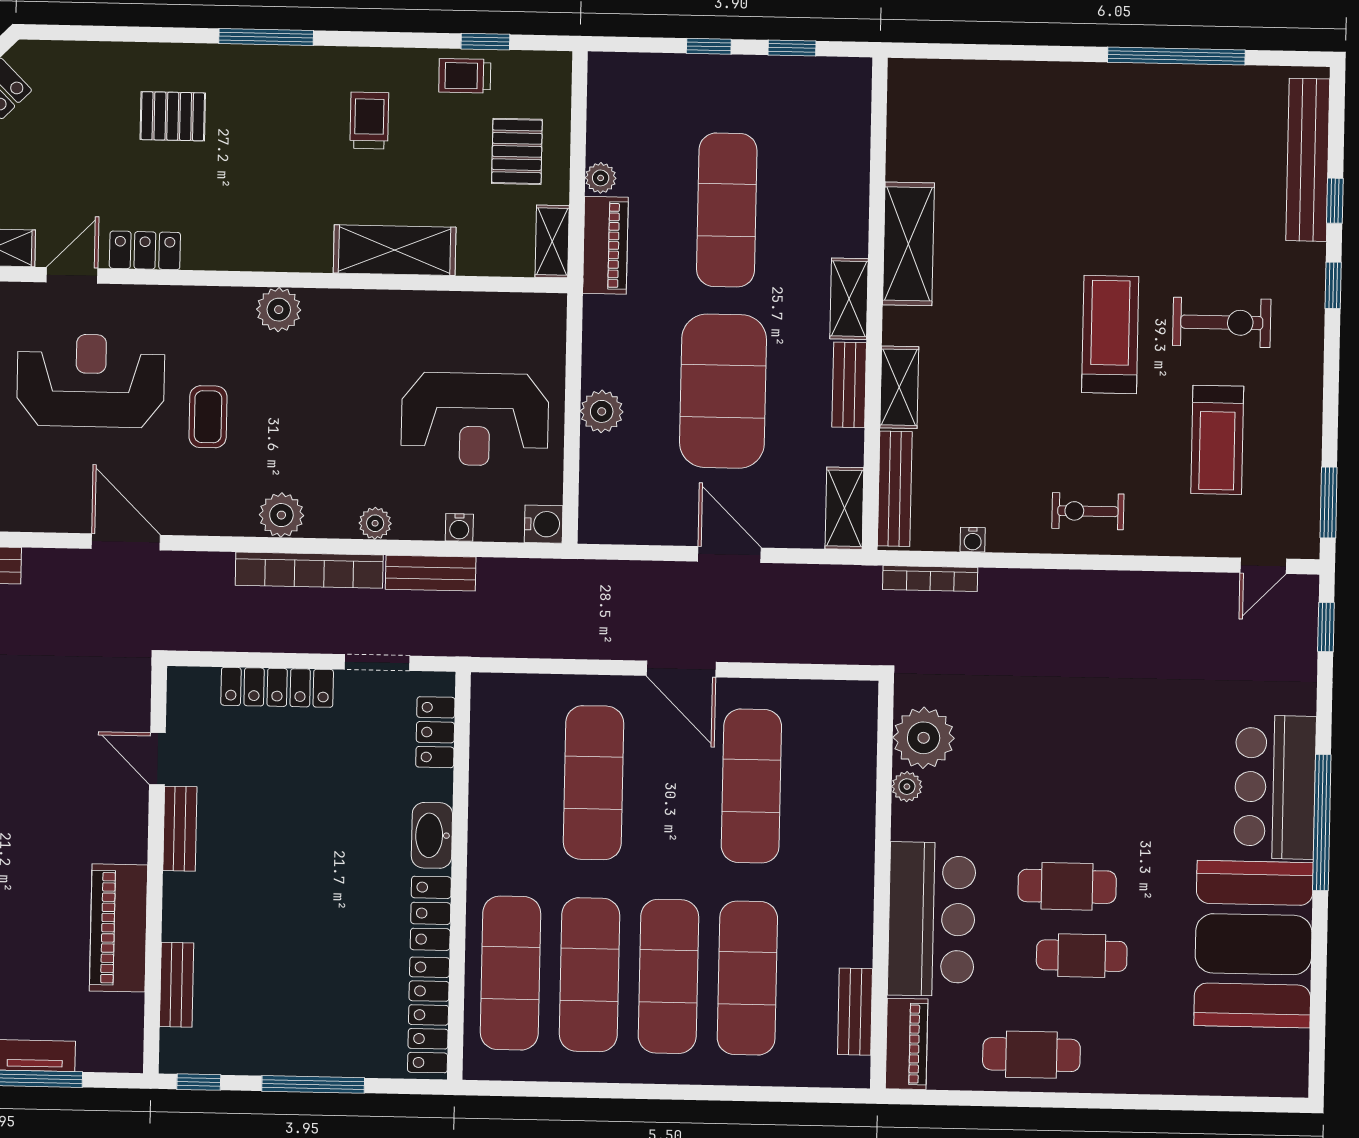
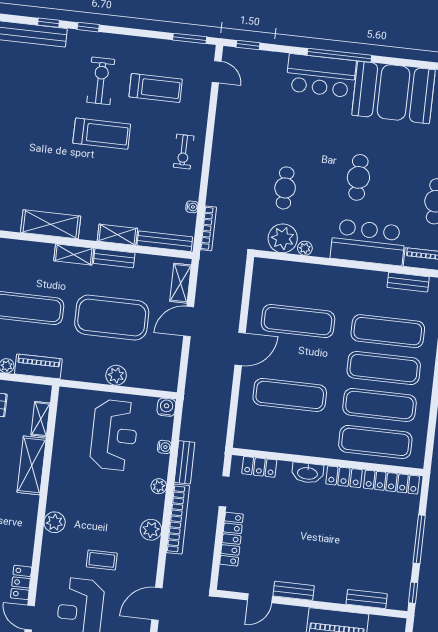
shelving: (552, 241) -> (41, 419), moved, turned 90
treadmill: (1110, 334) -> (102, 134), turned 180
shelving: (844, 508) -> (180, 283), moved, turned 90
cafe table: (1082, 956) -> (285, 188), moved

